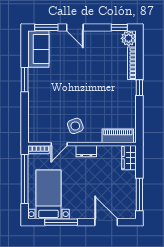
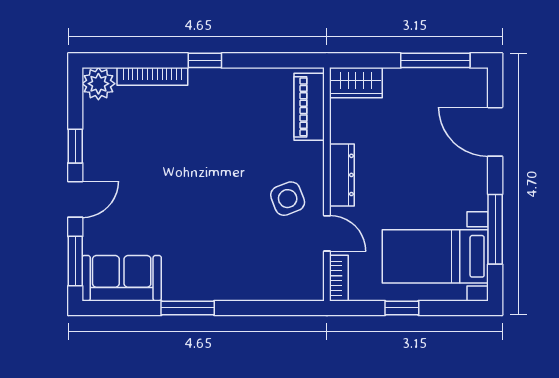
window: (119, 27) -> (75, 146), moved
dresser: (86, 151) -> (342, 175), width x1.44
window: (25, 179) -> (402, 308), width x0.32
door: (106, 222) -> (495, 132), hinge flipped

